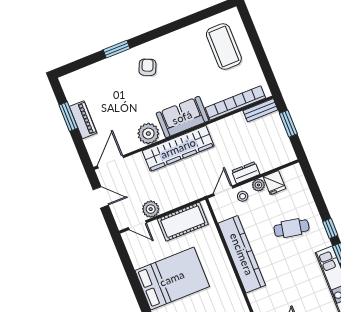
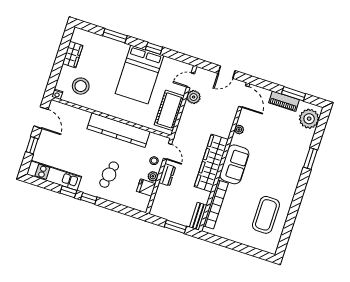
coffee table: (224, 47) -> (266, 215), moved, turned 90
armchair: (147, 67) -> (283, 168), removed
plant: (80, 82) -> (309, 119), added
plant: (148, 134) -> (239, 130), width x0.53, depth x0.53
wardrobe: (178, 148) -> (211, 163), moved
window: (136, 285) -> (154, 48), added

